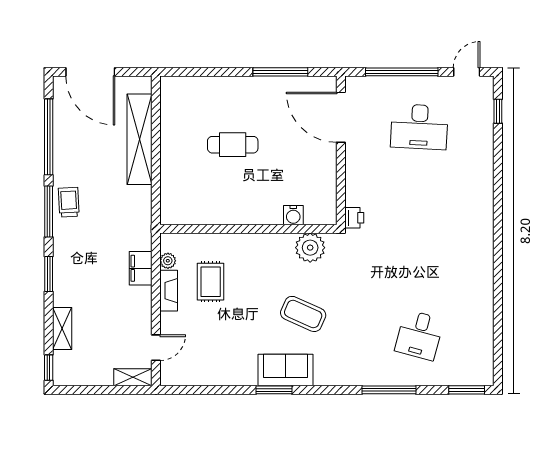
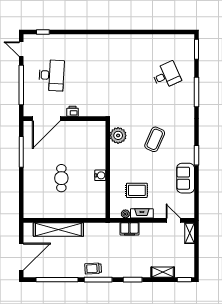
water cooler: (293, 215) -> (100, 175), moved
printer: (354, 218) -> (73, 111), moved
desk: (419, 335) -> (166, 75), turned -39
sofa: (286, 370) -> (186, 178), moved

